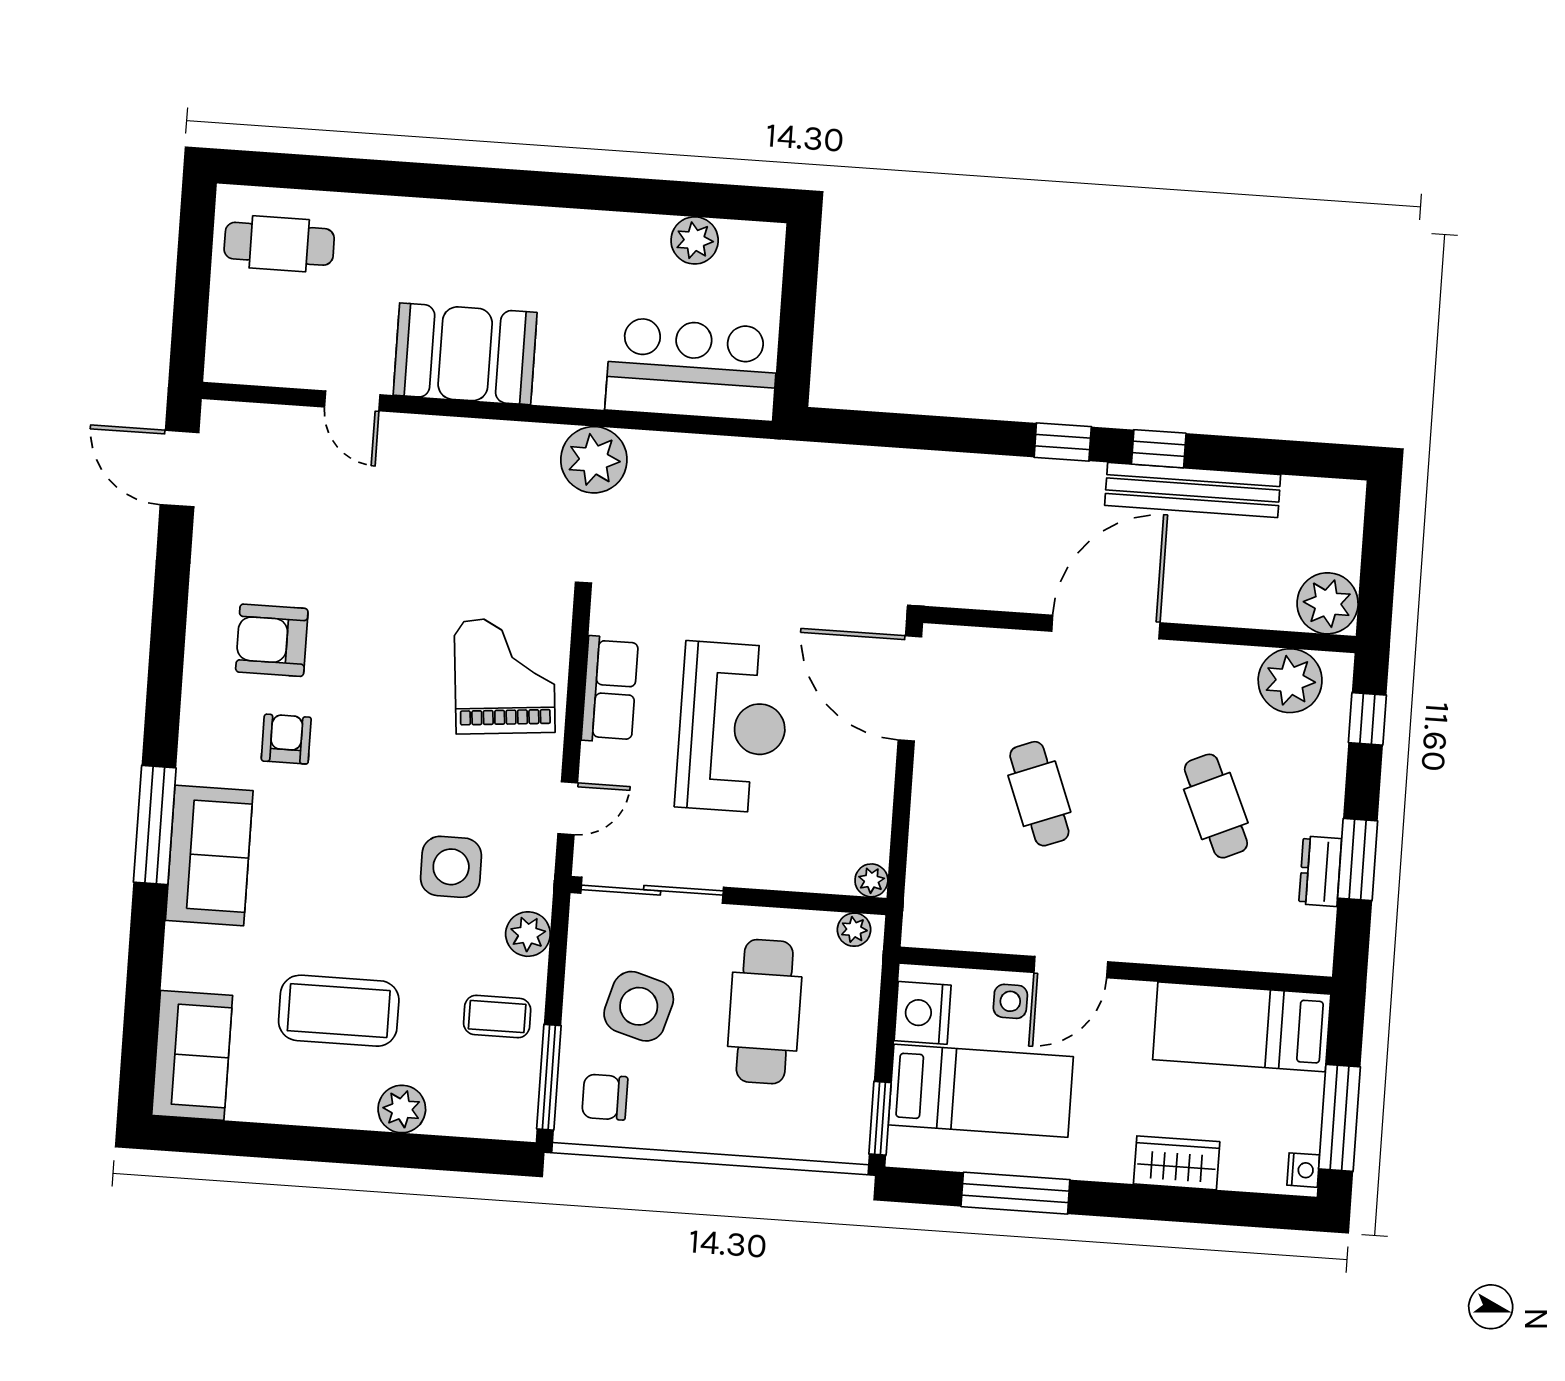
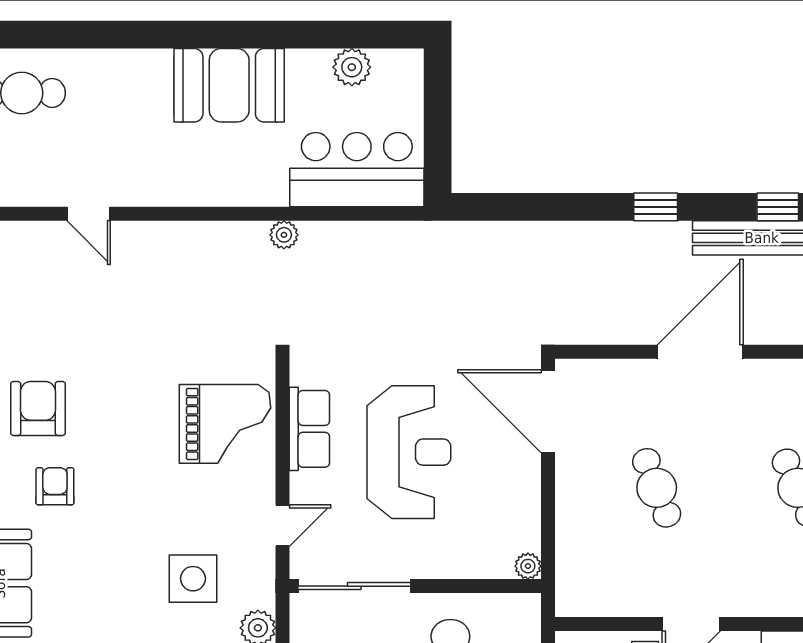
booth: (465, 354) -> (229, 85), moved
window: (1159, 449) -> (778, 207), moved
plant: (594, 460) -> (284, 235), width x0.53, depth x0.53
armchair: (272, 640) -> (38, 409), turned 90
grand piano: (505, 676) -> (225, 424), turned 95
plant: (854, 930) -> (517, 606), removed

